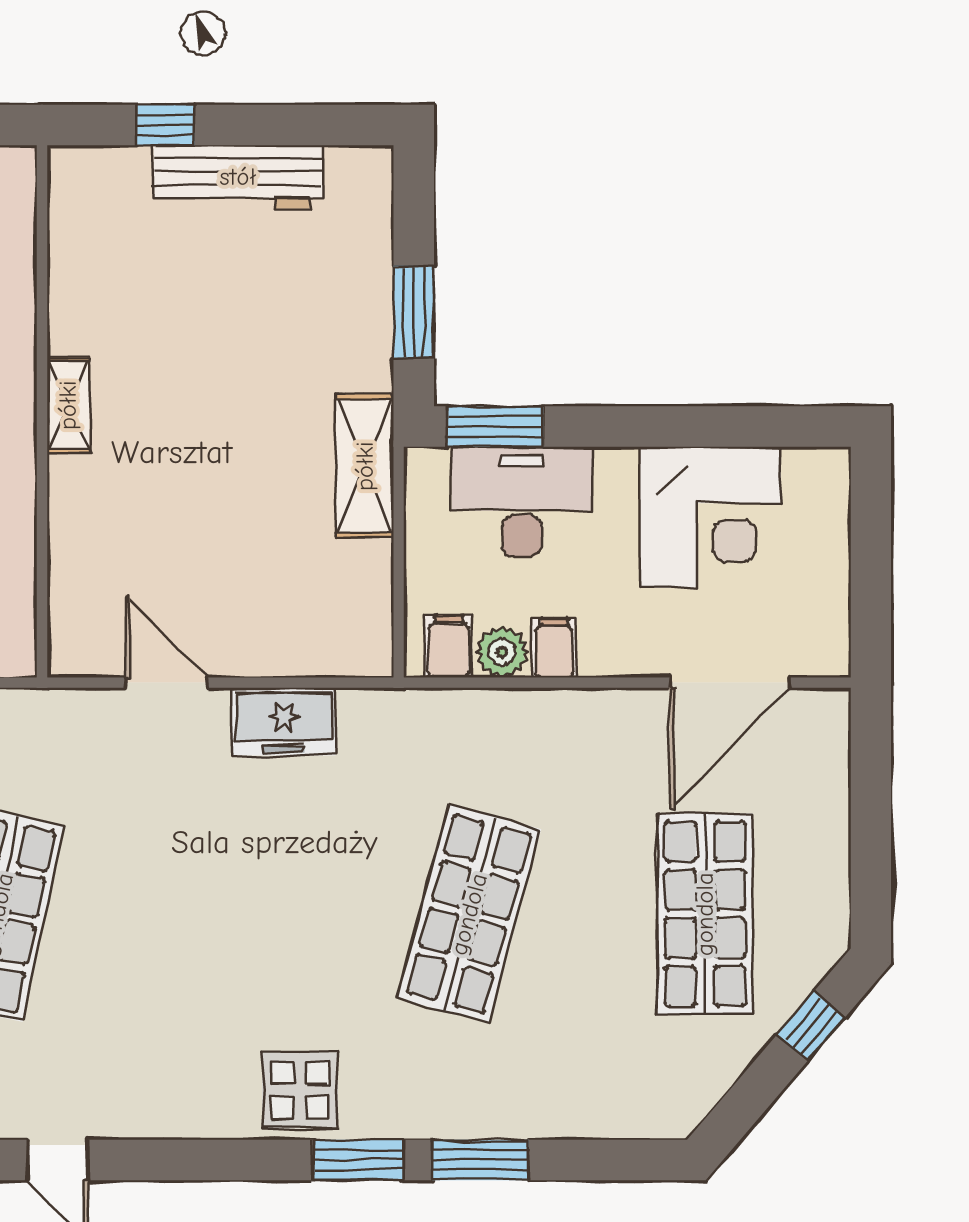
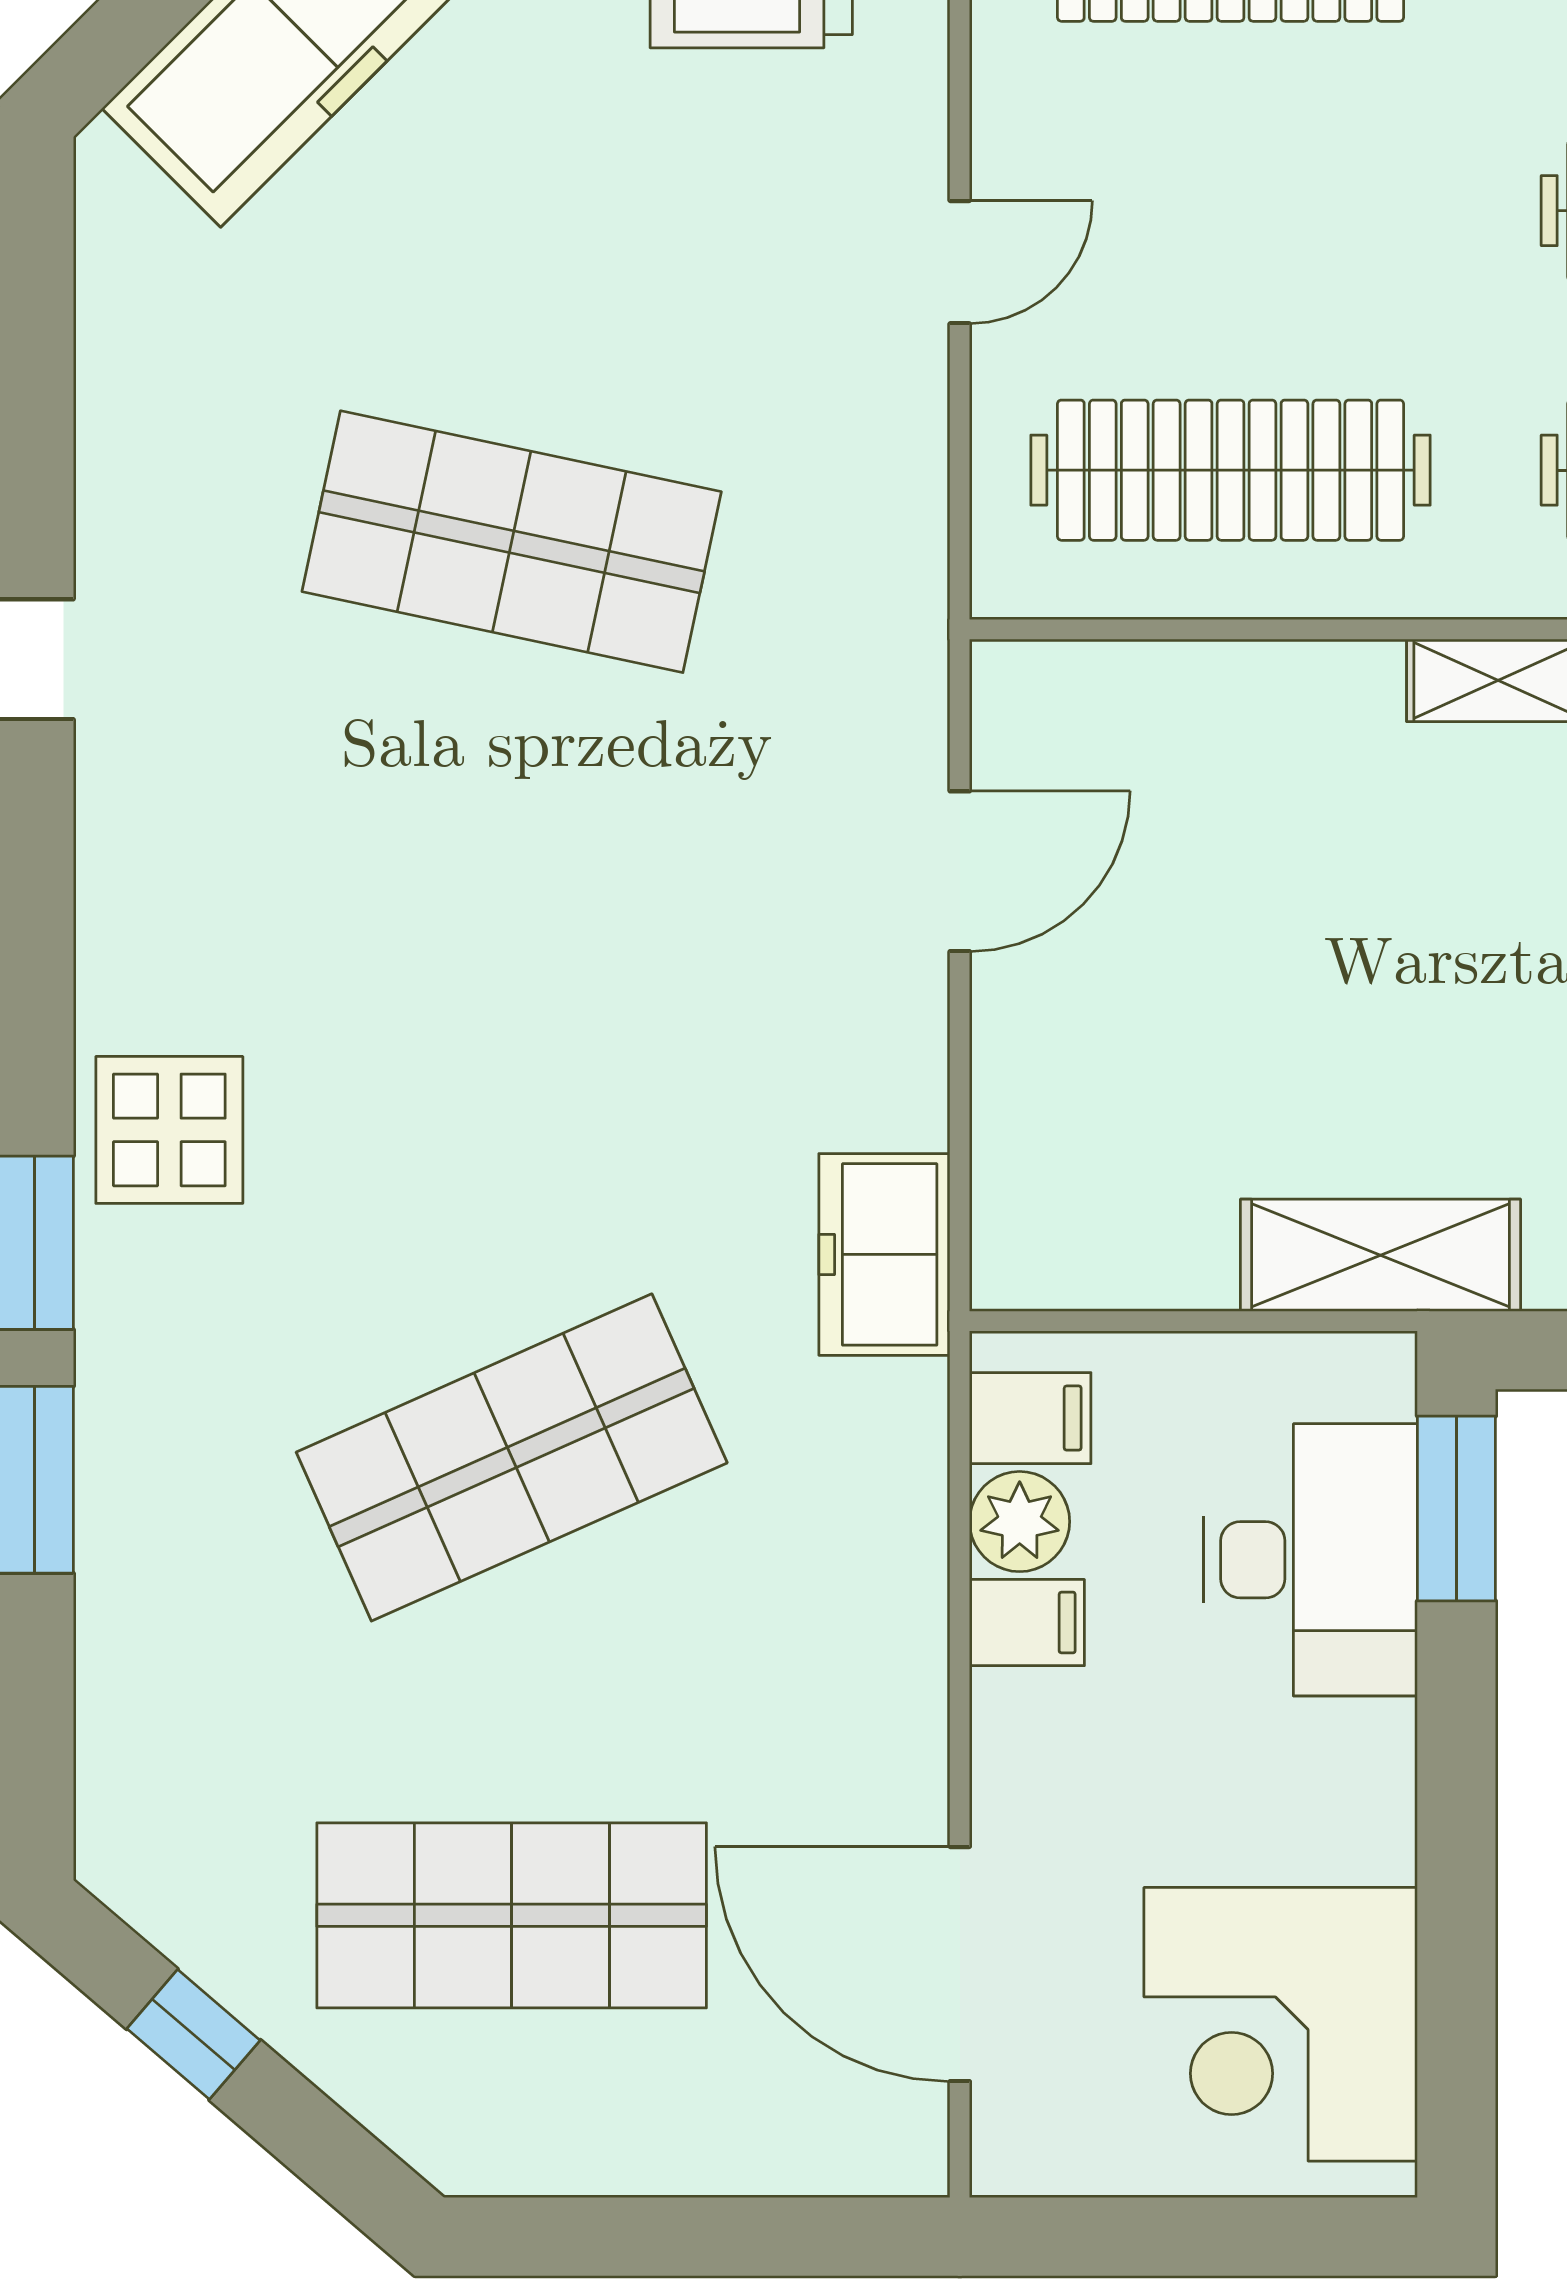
corner desk: (710, 517) -> (1281, 2024), moved
freezer: (284, 722) -> (884, 1254), moved
shop shelf: (469, 914) -> (512, 1457), turned -39
window: (811, 1026) -> (193, 2034), moved

